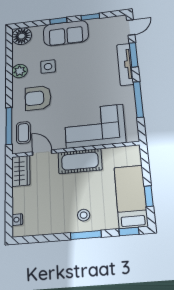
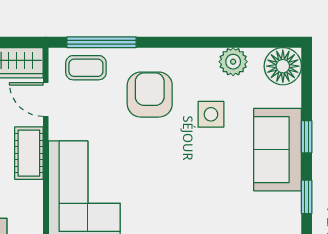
plant: (20, 71) -> (233, 62), moved
door: (42, 153) -> (46, 100), swing flipped
cot: (80, 161) -> (29, 153), width x0.73, depth x0.75

